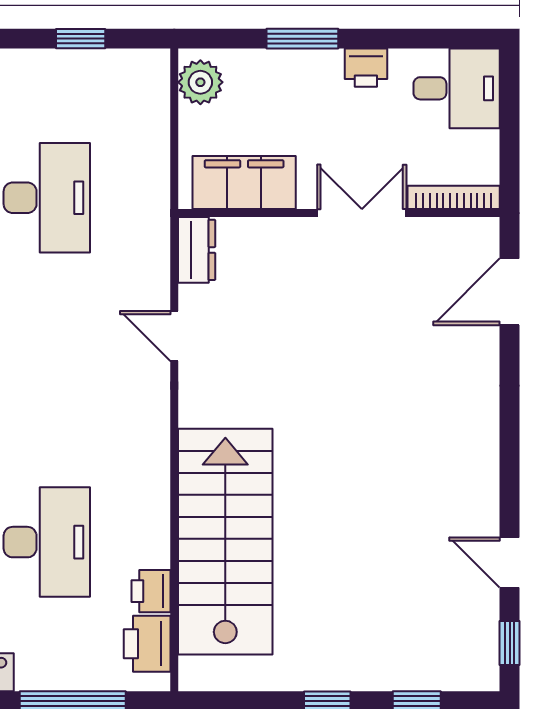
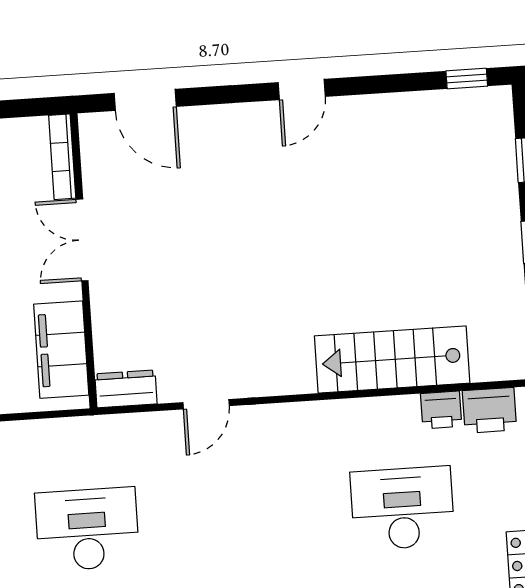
stairs: (225, 542) -> (392, 359), width x0.73, depth x0.66
door: (510, 562) -> (302, 90), moved

